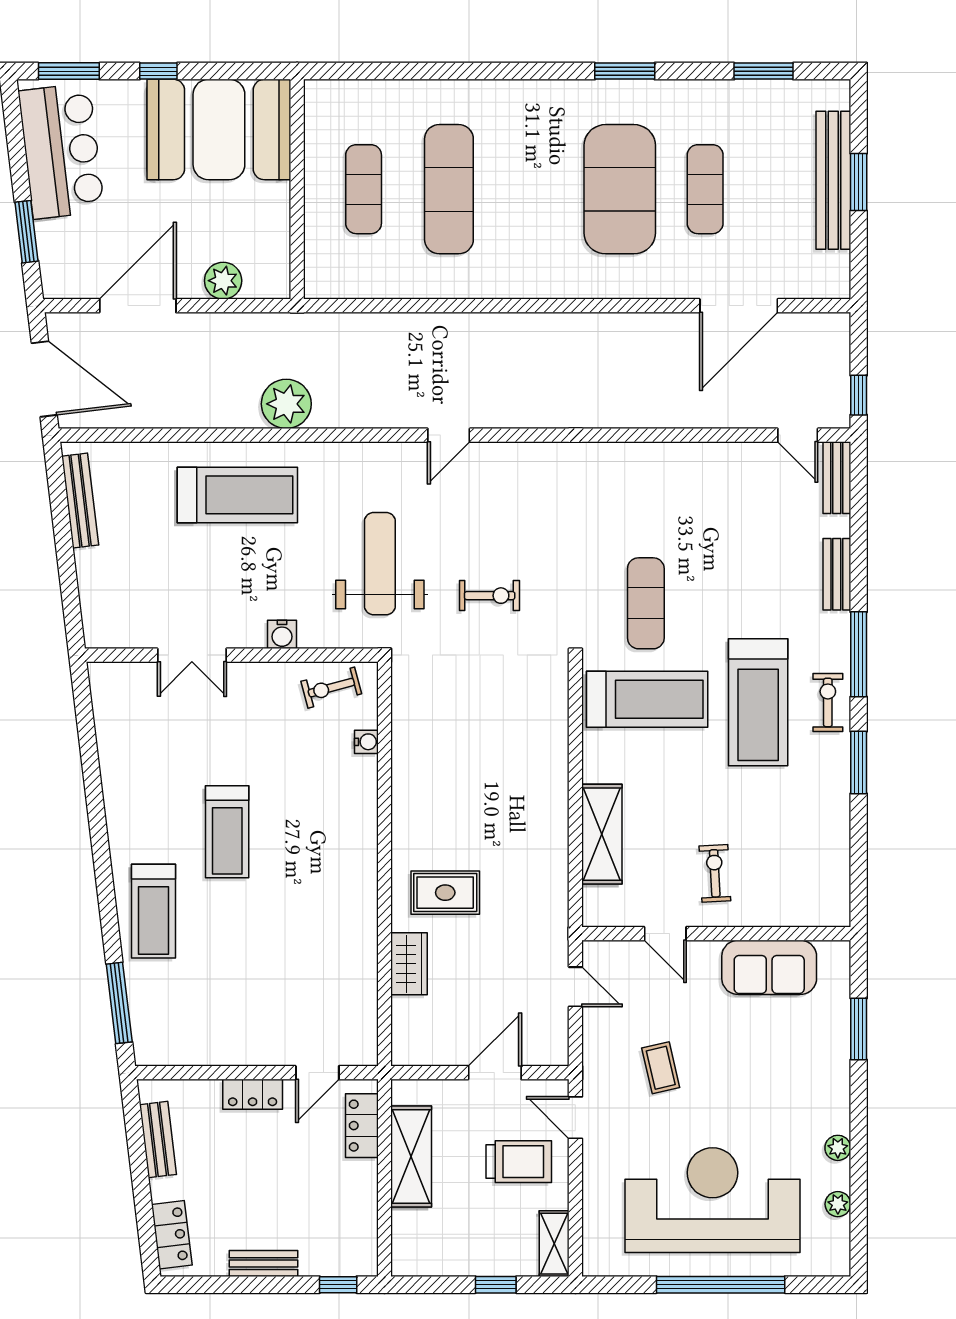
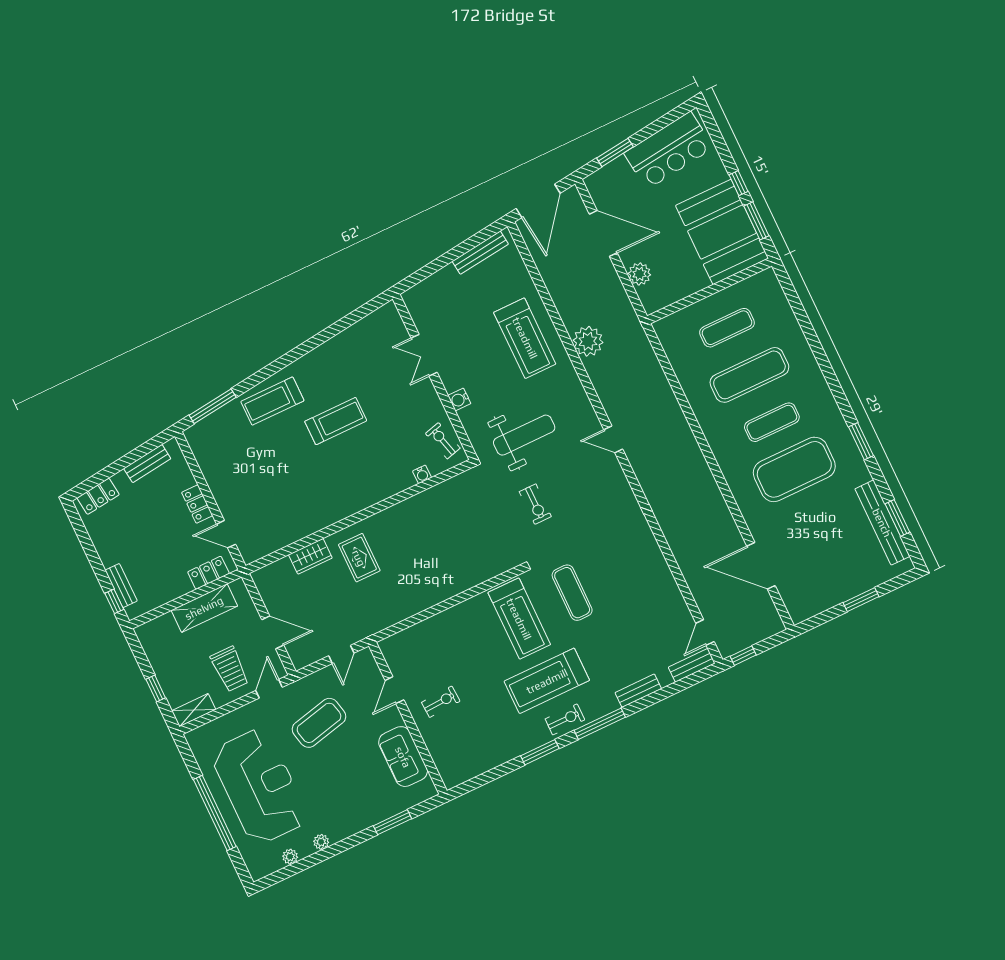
window: (69, 71) -> (756, 221), moved
bench: (833, 180) -> (882, 523), moved, turned 90
exercise mat: (705, 189) -> (772, 422), moved
exercise mat: (646, 603) -> (572, 593), turned 90
treadmill: (227, 832) -> (336, 421), turned 180
shelving: (602, 834) -> (433, 629), removed
coffee table: (661, 1068) -> (319, 723), width x1.86, depth x1.72
bench: (263, 1264) -> (121, 586), moved

